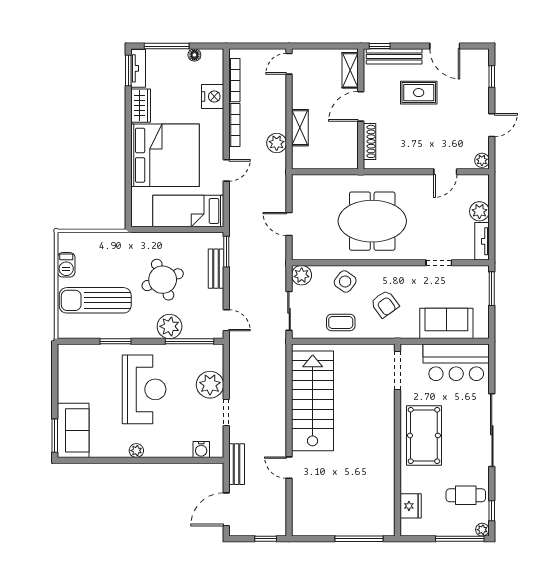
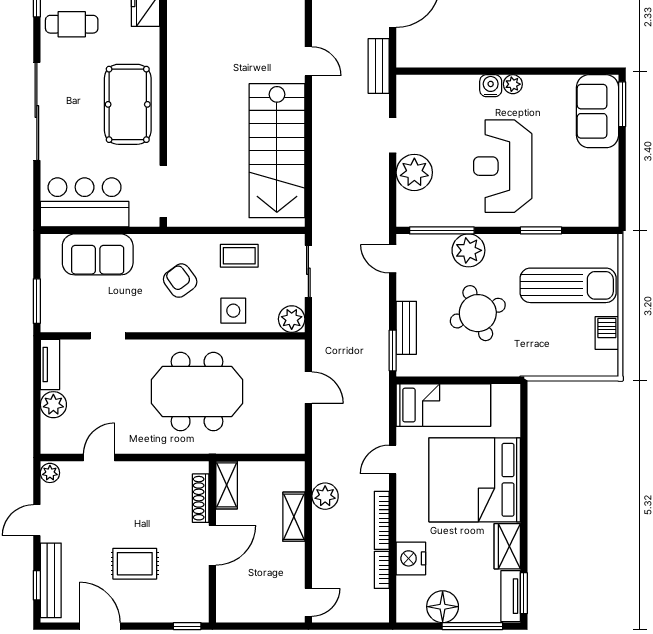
floor lamp: (194, 55) -> (443, 607), width x1.89, depth x1.89
bench: (394, 56) -> (51, 580), moved, turned 90
shelving: (350, 70) -> (227, 485), moved
bookcase: (234, 80) -> (382, 570), width x0.64
side table: (345, 281) -> (233, 311), turned -36
water cooler: (201, 449) -> (491, 86), moved

